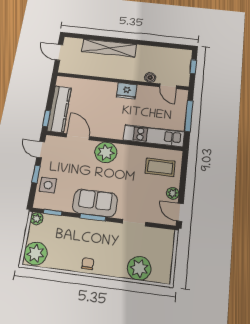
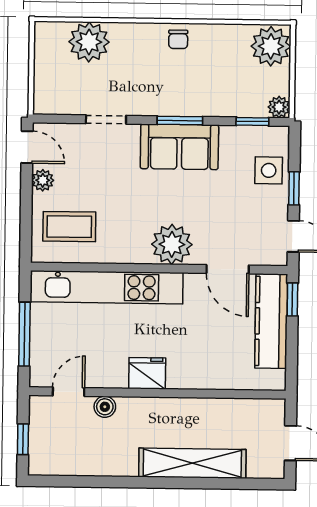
door: (168, 86) -> (69, 392), hinge flipped
kitchen unit: (154, 136) -> (106, 287), width x1.36

